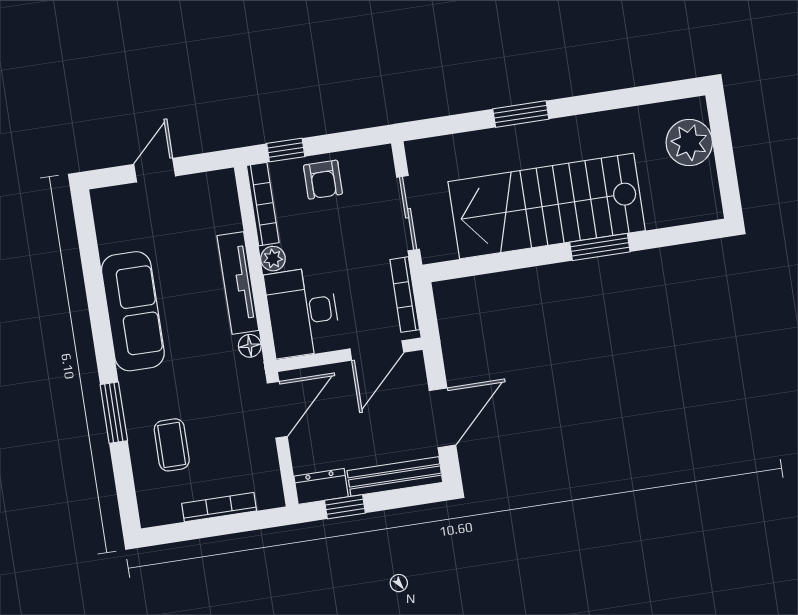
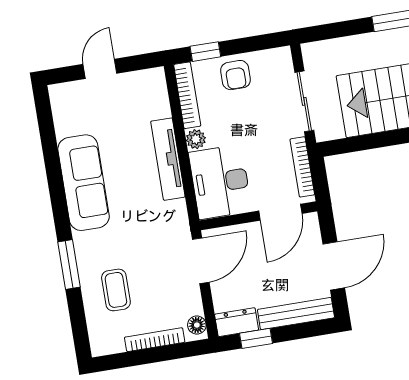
floor lamp: (250, 346) -> (197, 325), moved

